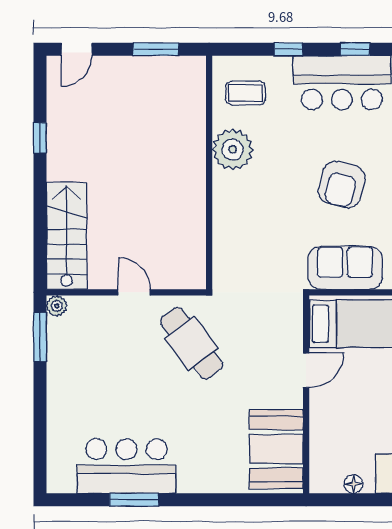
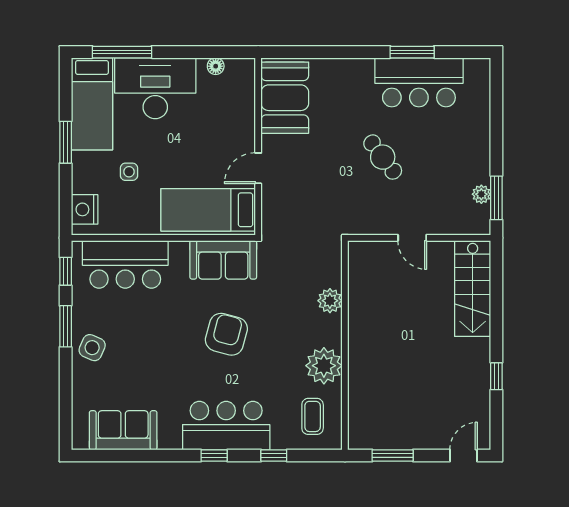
coffee table: (245, 93) -> (313, 416), turned 90
plant: (226, 222) -> (330, 301), added
plant: (57, 306) -> (481, 194), moved
cafe table: (192, 343) -> (383, 157), moved, width x0.73, depth x0.74

